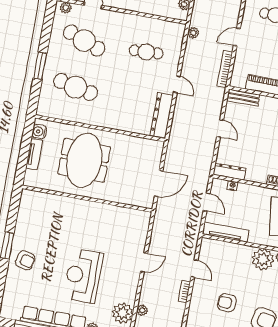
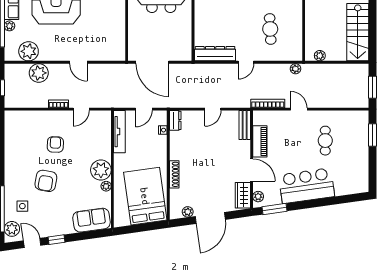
dresser: (229, 172) -> (175, 120), width x0.70
door: (159, 184) -> (152, 62), width x1.36
plant: (142, 310) -> (39, 73), width x1.88, depth x1.88

